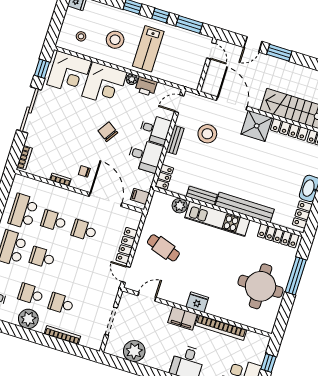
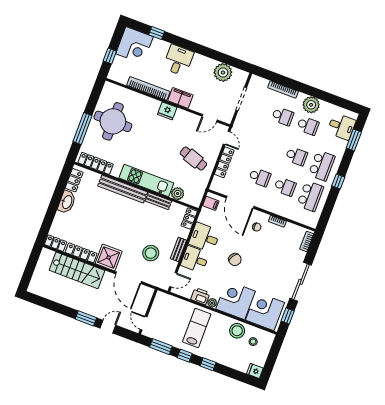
stool: (115, 40) -> (237, 331), moved

